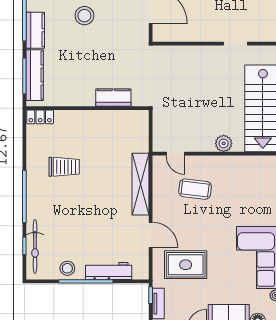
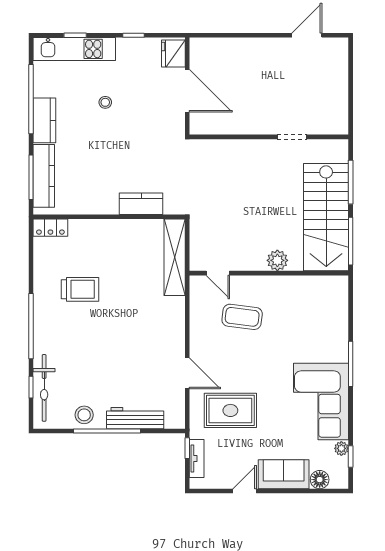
stool: (84, 16) -> (105, 102), width x0.53, depth x0.53
shelving: (140, 184) -> (175, 257), moved

